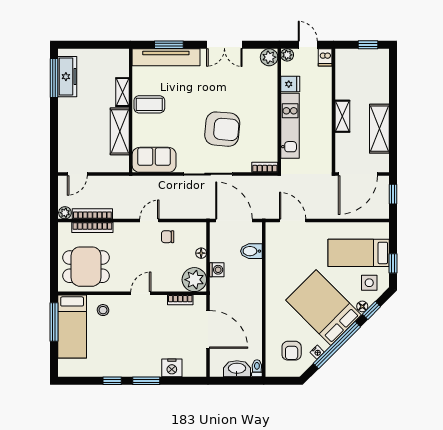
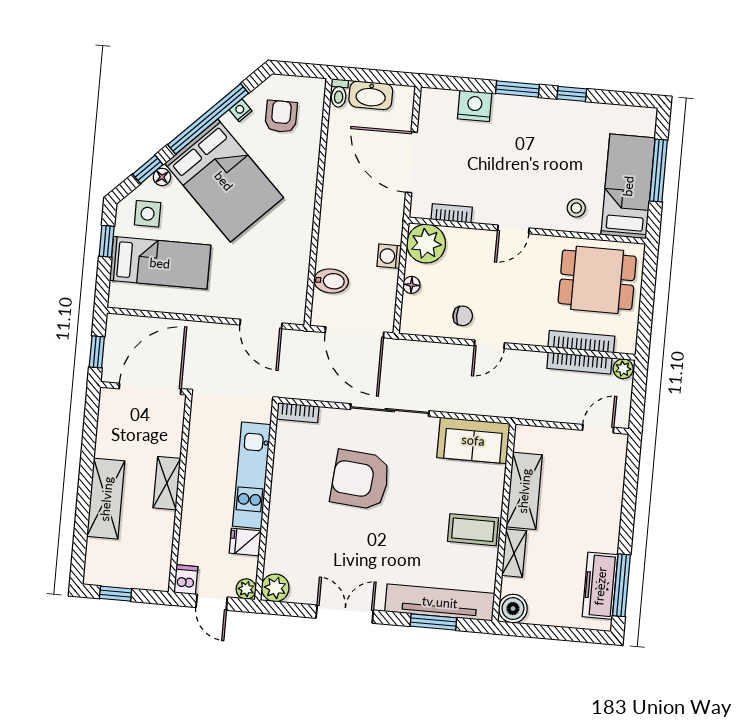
boiler: (120, 58) -> (513, 609), added
shelving: (379, 129) -> (106, 499), moved
window: (54, 322) -> (658, 170), moved

